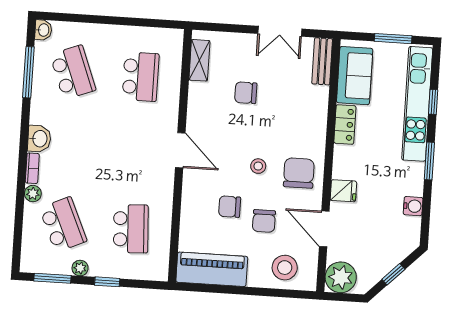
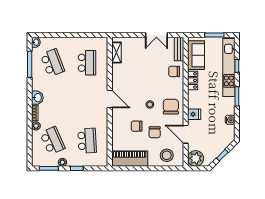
chair: (246, 93) -> (174, 71), moved

